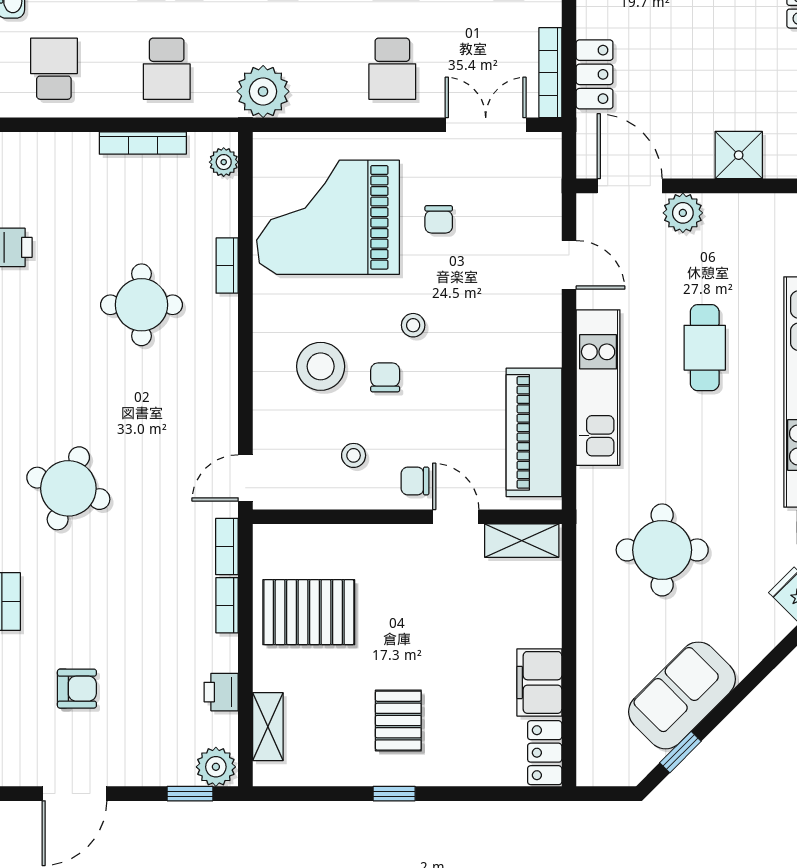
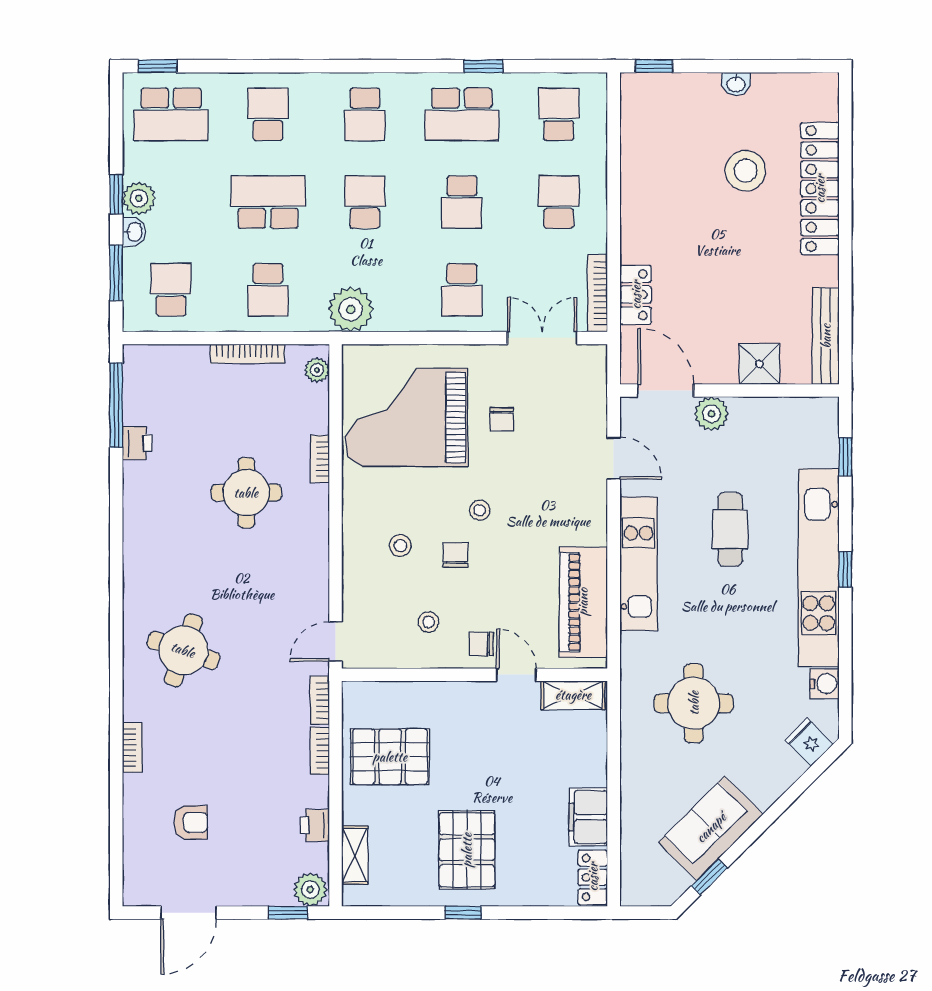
stool: (321, 366) -> (400, 546), width x0.53, depth x0.53
pallet: (398, 721) -> (467, 850), width x1.50, depth x1.42

